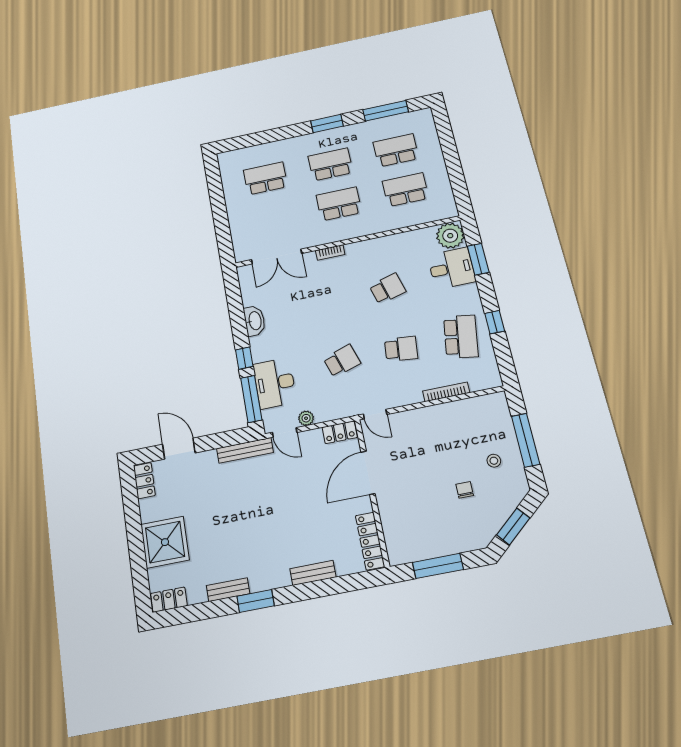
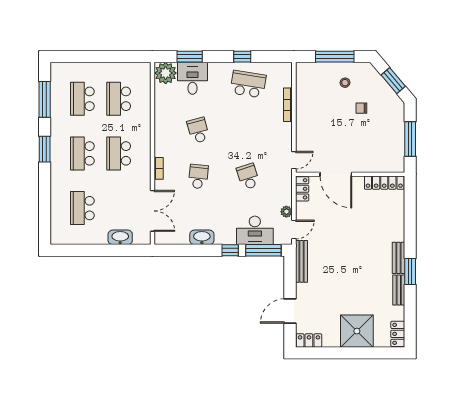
washbasin: (238, 227) -> (120, 237), added
school desk: (401, 349) -> (198, 177), moved
bench: (313, 573) -> (399, 258), moved

